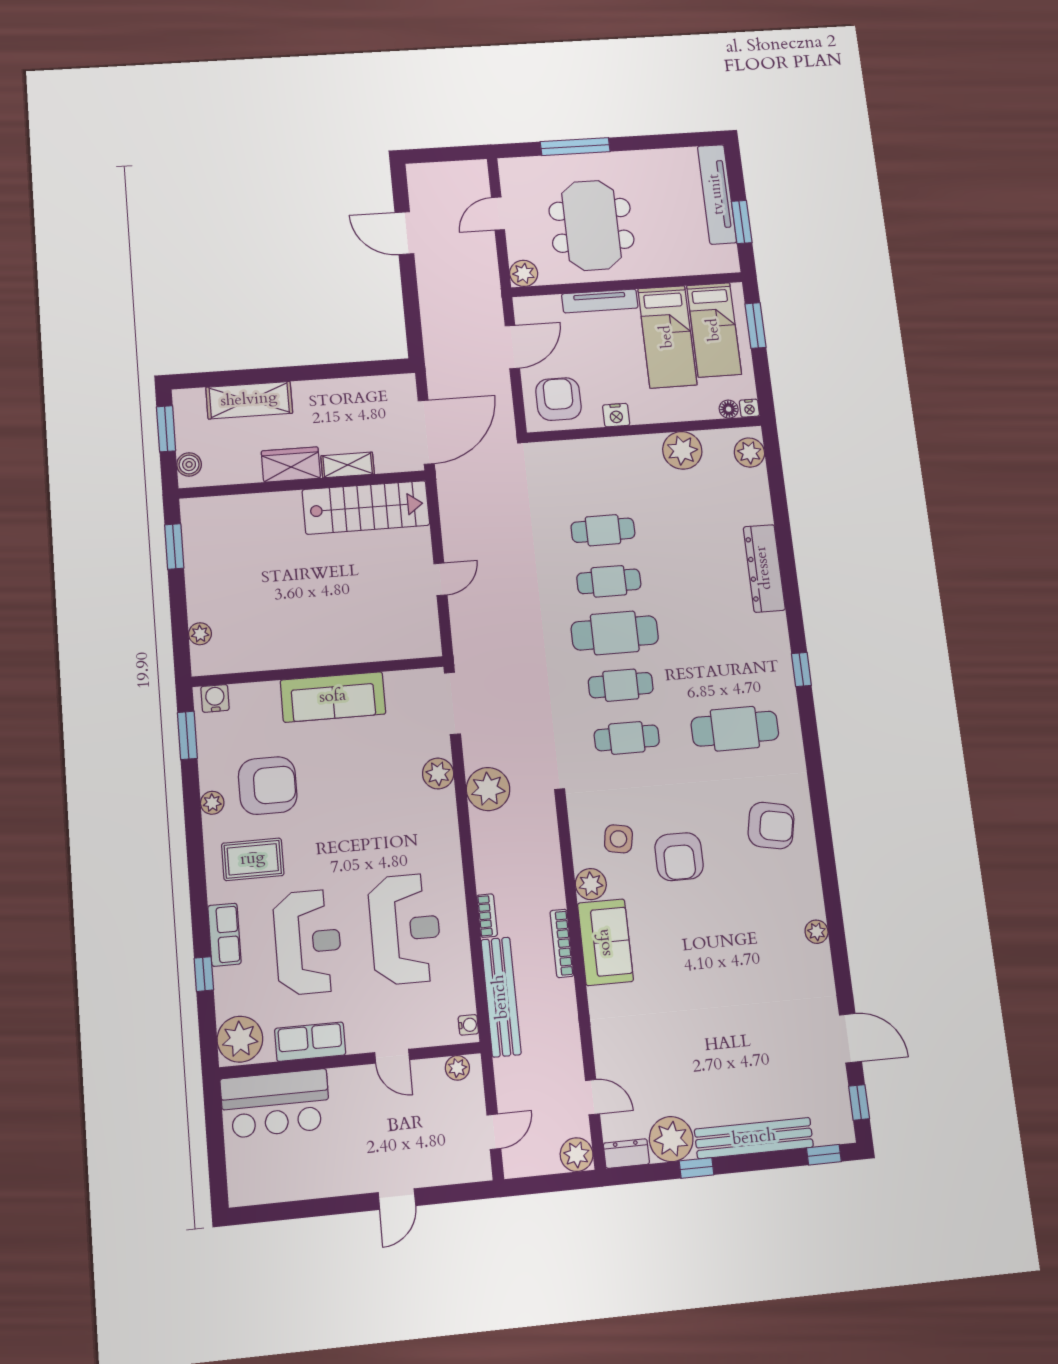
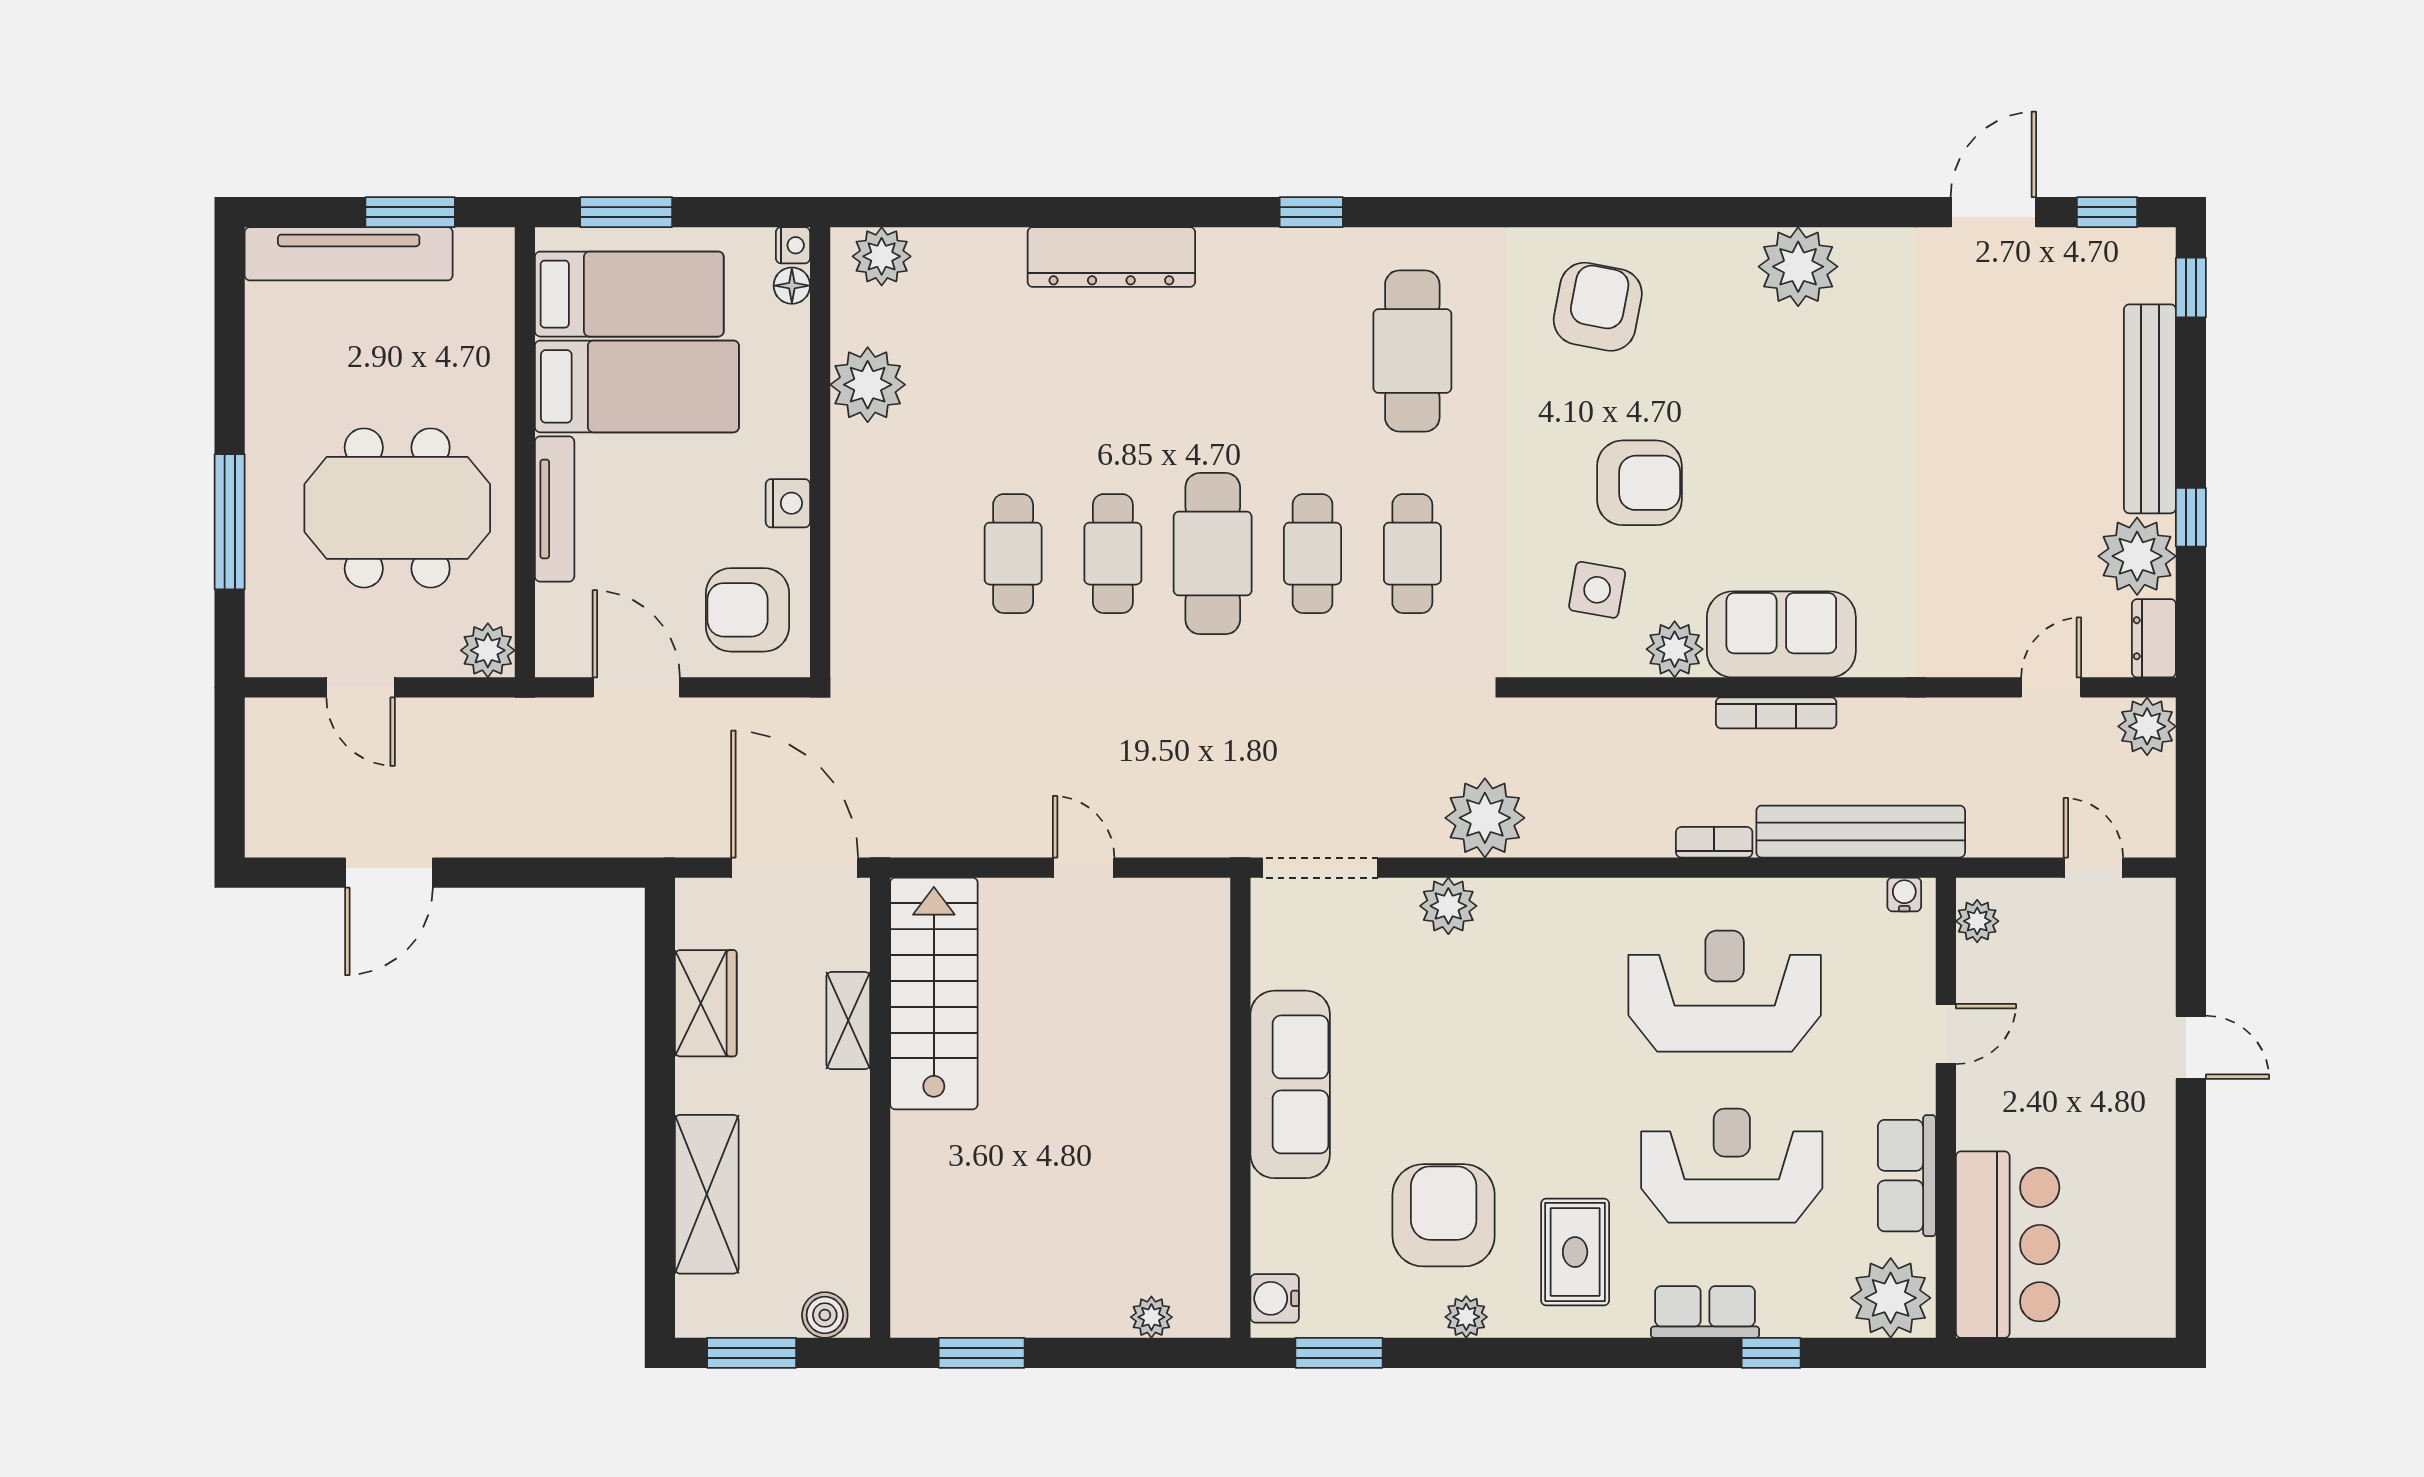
wardrobe: (291, 464) -> (706, 1003), moved, turned 180
plant: (817, 932) -> (1798, 267), width x1.88, depth x1.88

